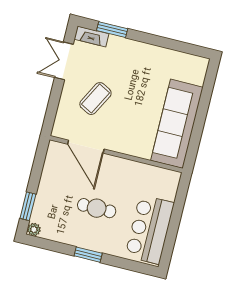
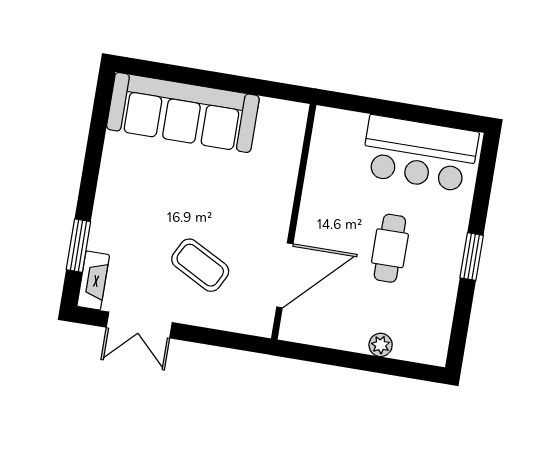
sofa: (177, 124) -> (183, 112), moved
window: (28, 206) -> (396, 367), removed
plant: (34, 229) -> (381, 345), moved

